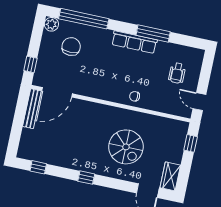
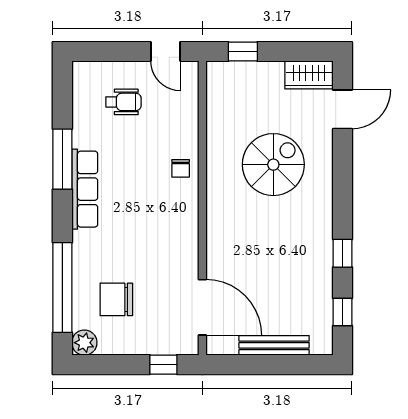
door: (199, 102) -> (165, 52), hinge flipped
bench: (32, 109) -> (274, 345), moved
window: (86, 178) -> (342, 253), moved

